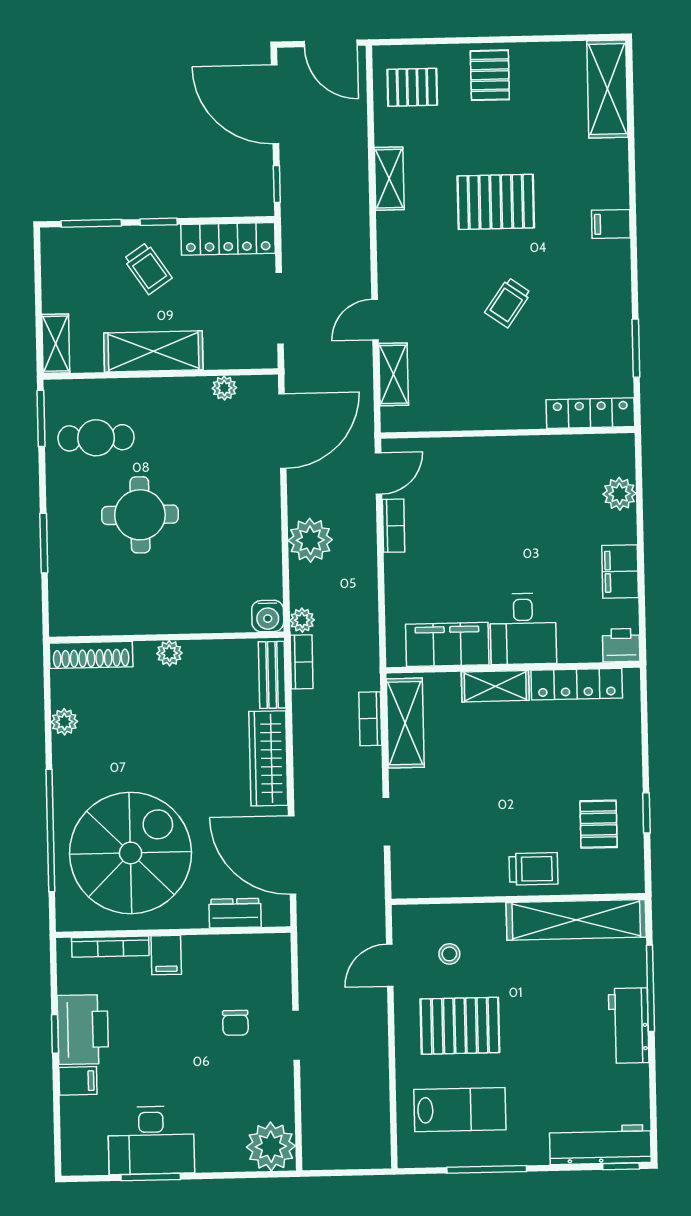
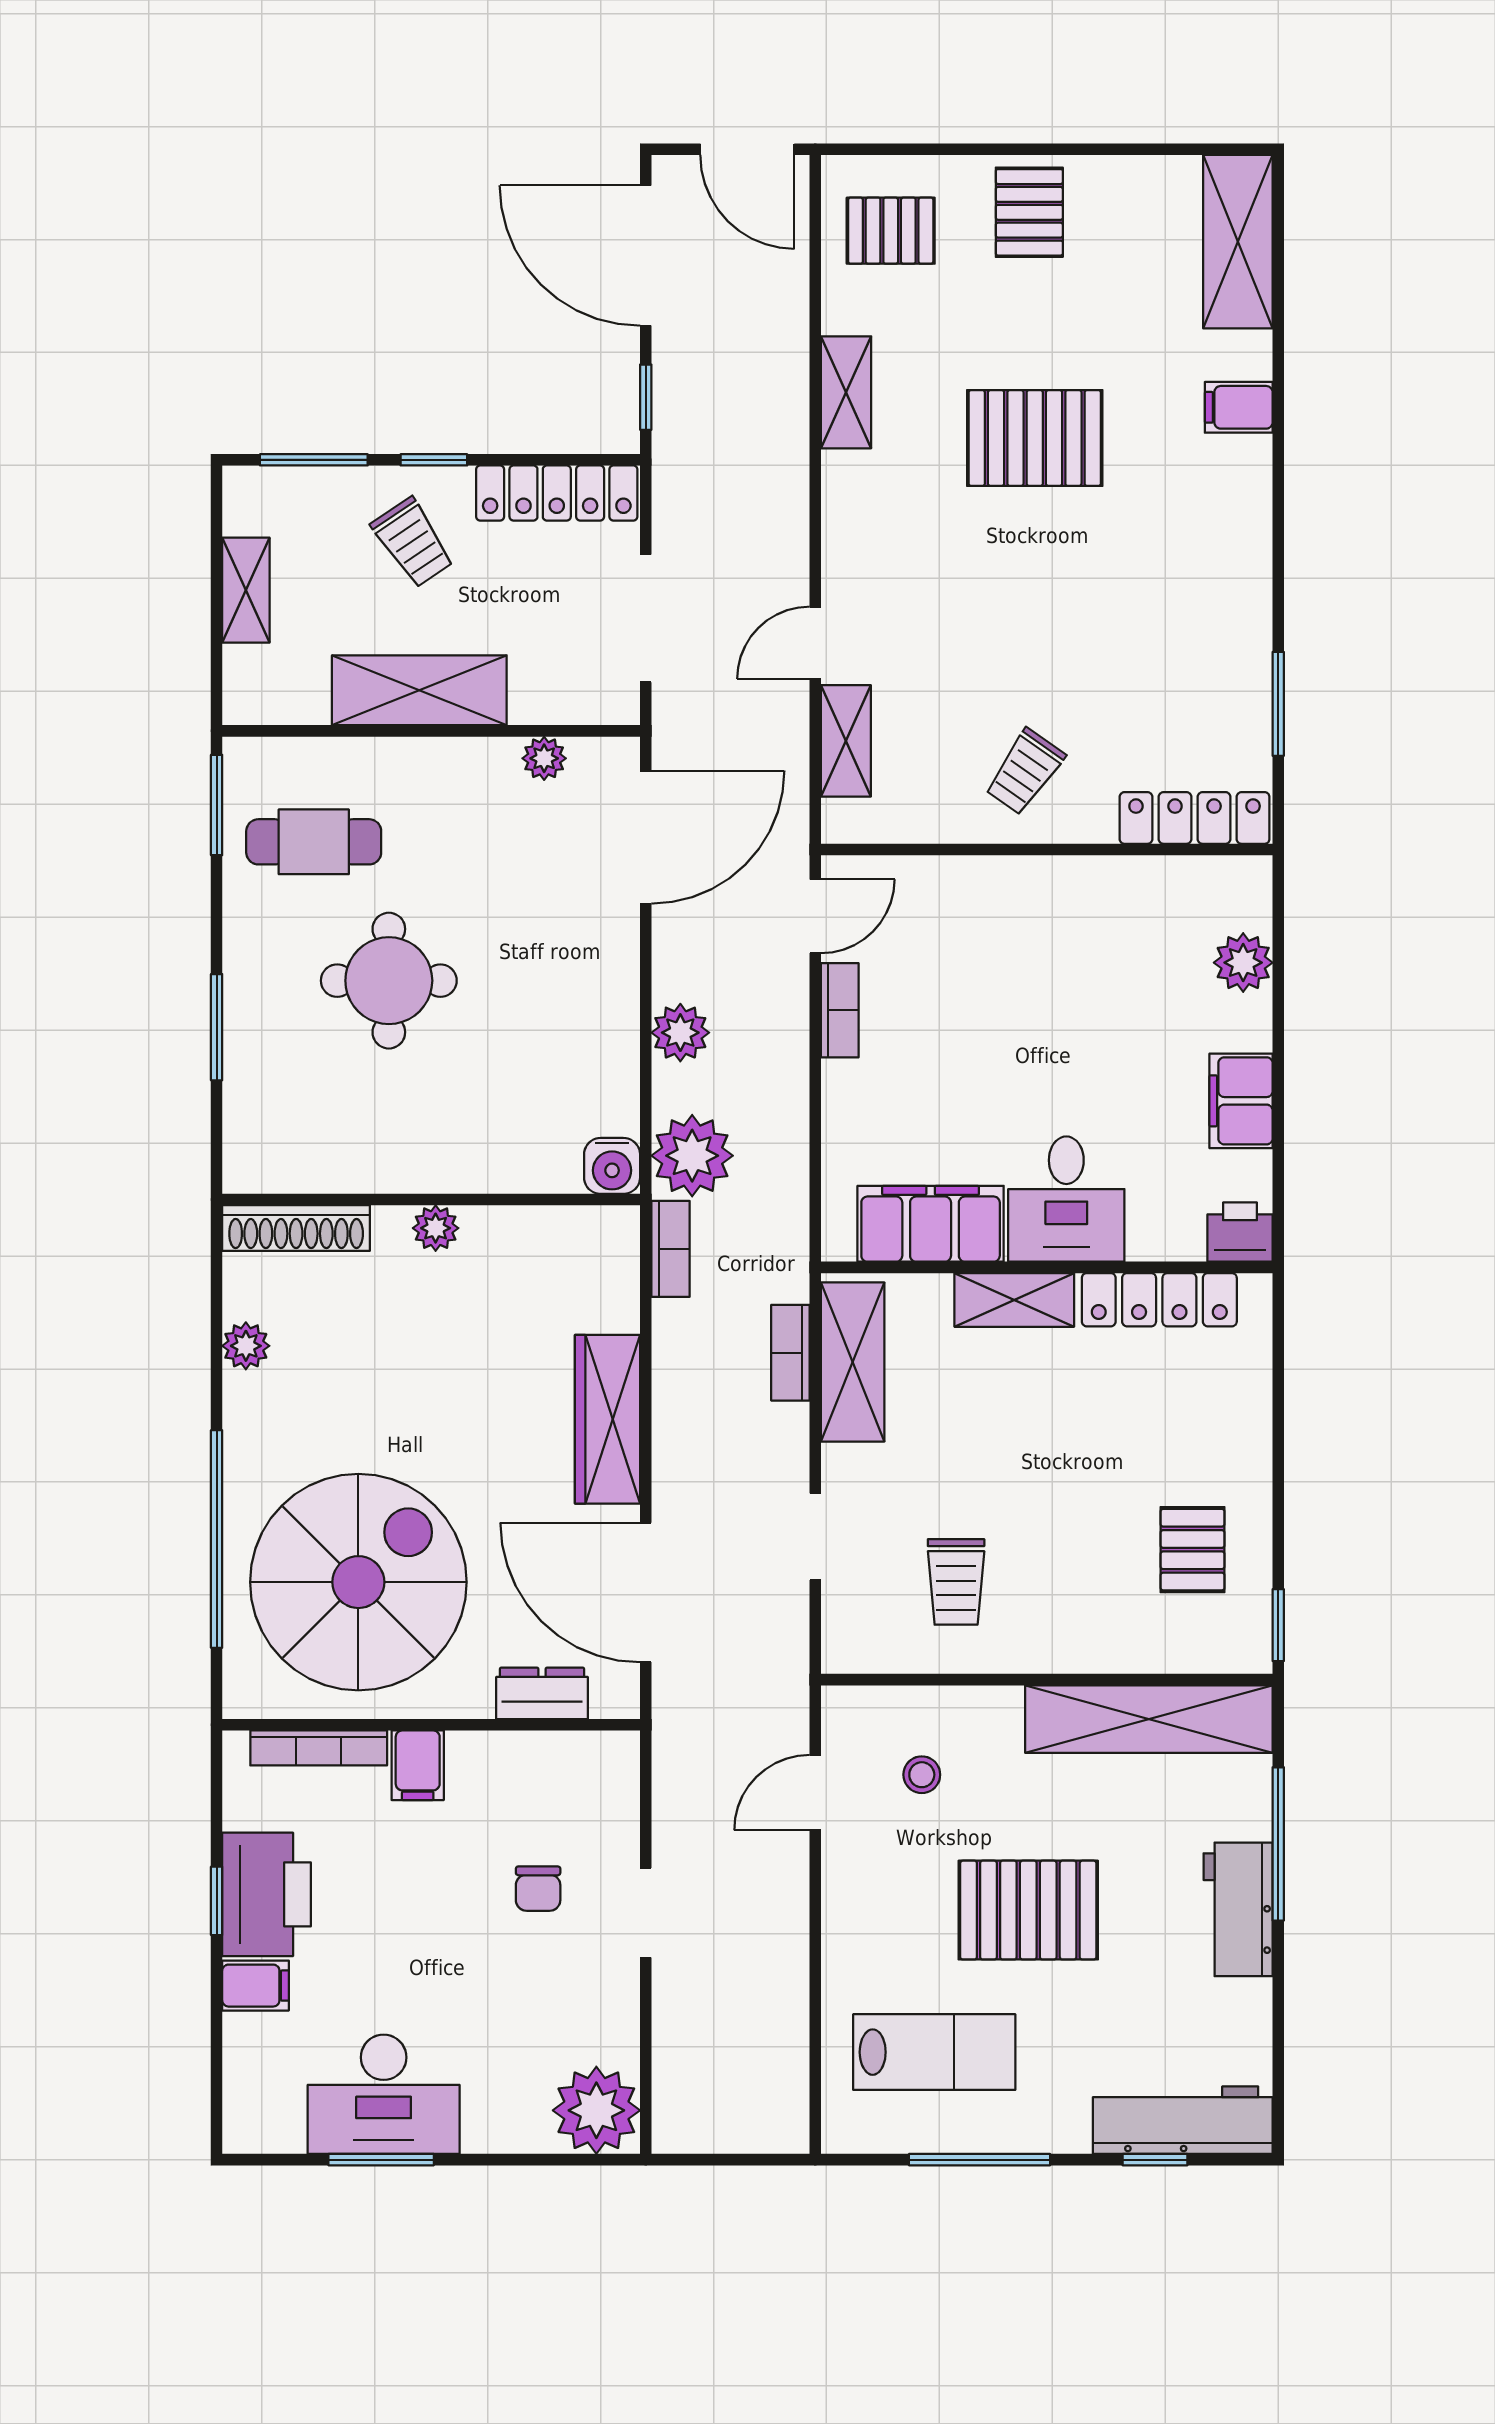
filing cabinet: (611, 224) -> (1239, 407), moved
trolley: (508, 303) -> (1025, 772), moved
shelving: (56, 344) -> (246, 590), moved
plant: (310, 540) -> (680, 1033), width x0.73, depth x0.73
plant: (302, 620) -> (692, 1156), width x1.87, depth x1.87
bench: (272, 675) -> (617, 1271), removed
window: (646, 813) -> (1278, 1625), moved
trolley: (533, 869) -> (956, 1582), moved, turned 90
pallet: (460, 1026) -> (1028, 1910), moved
window: (621, 1166) -> (1155, 2160), moved

